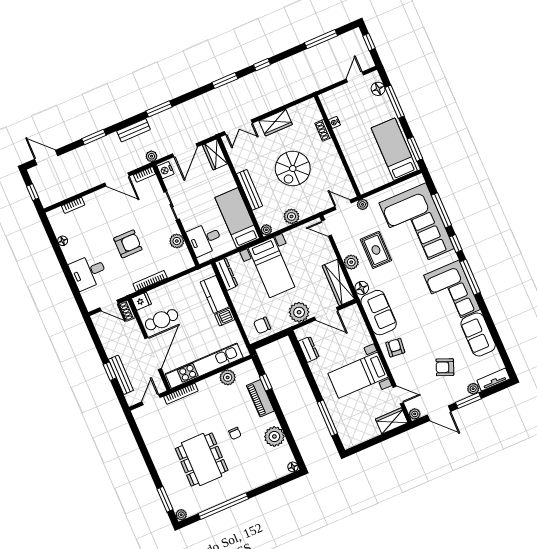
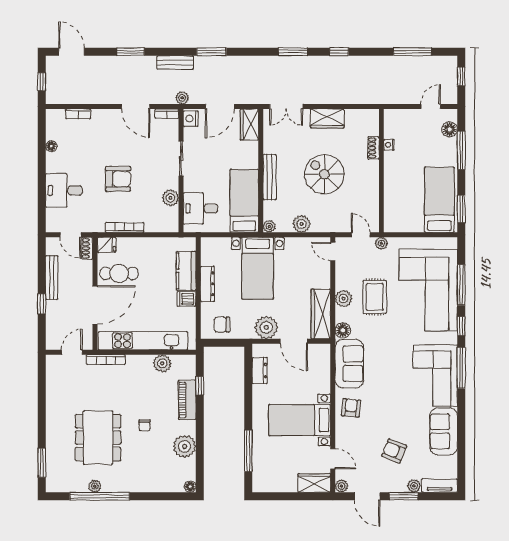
spiral stairs: (293, 169) -> (324, 174), turned 90
dresser: (226, 274) -> (207, 284), moved
bench: (121, 375) -> (52, 277), moved
plant: (181, 515) -> (95, 486), moved

